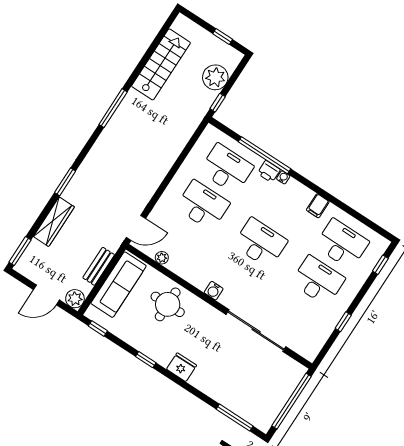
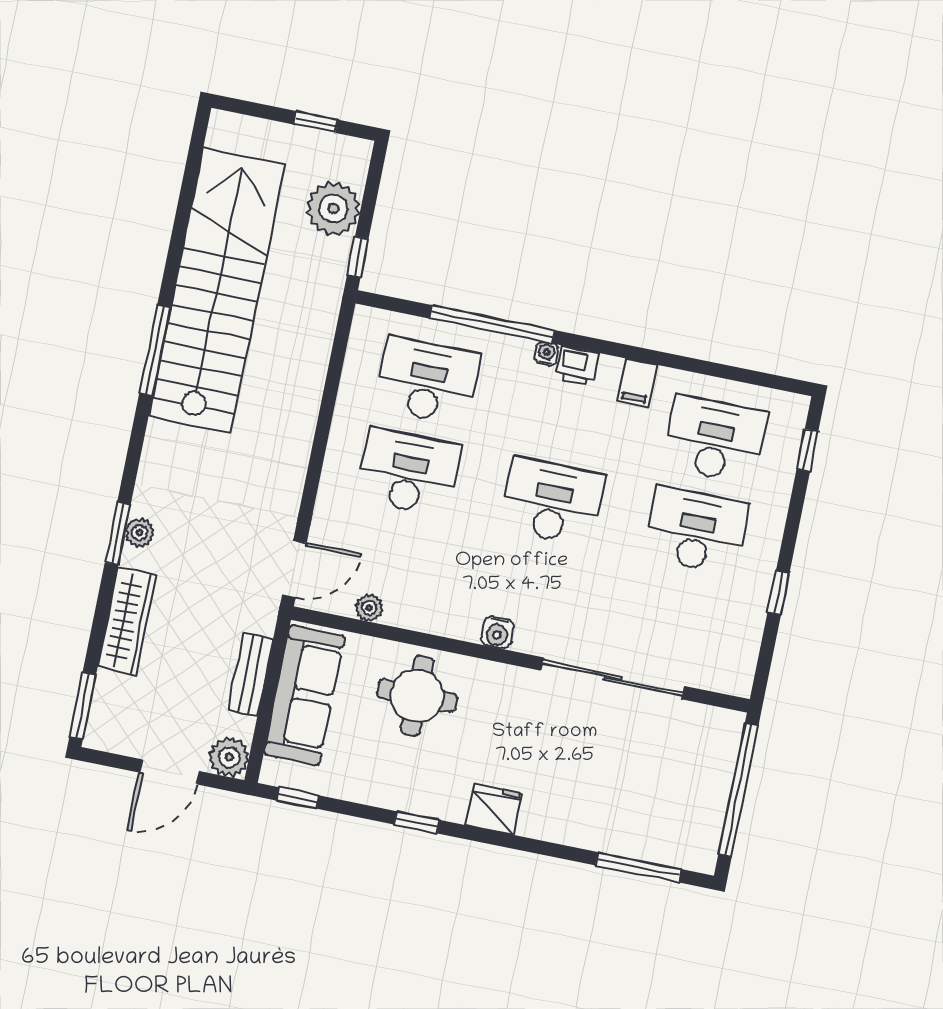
stairs: (161, 64) -> (217, 291), width x1.86, depth x1.51
printer: (269, 172) -> (577, 366), moved
plant: (75, 185) -> (140, 533), added

